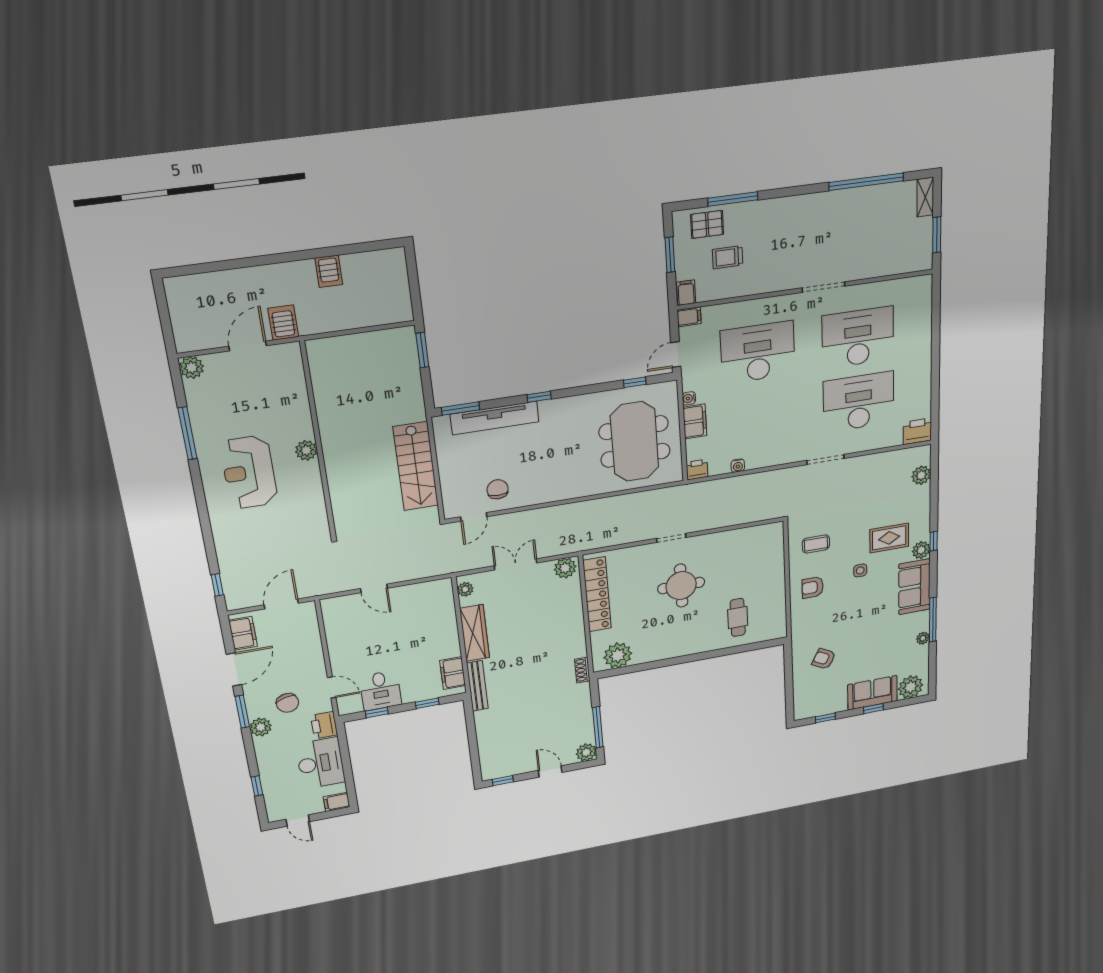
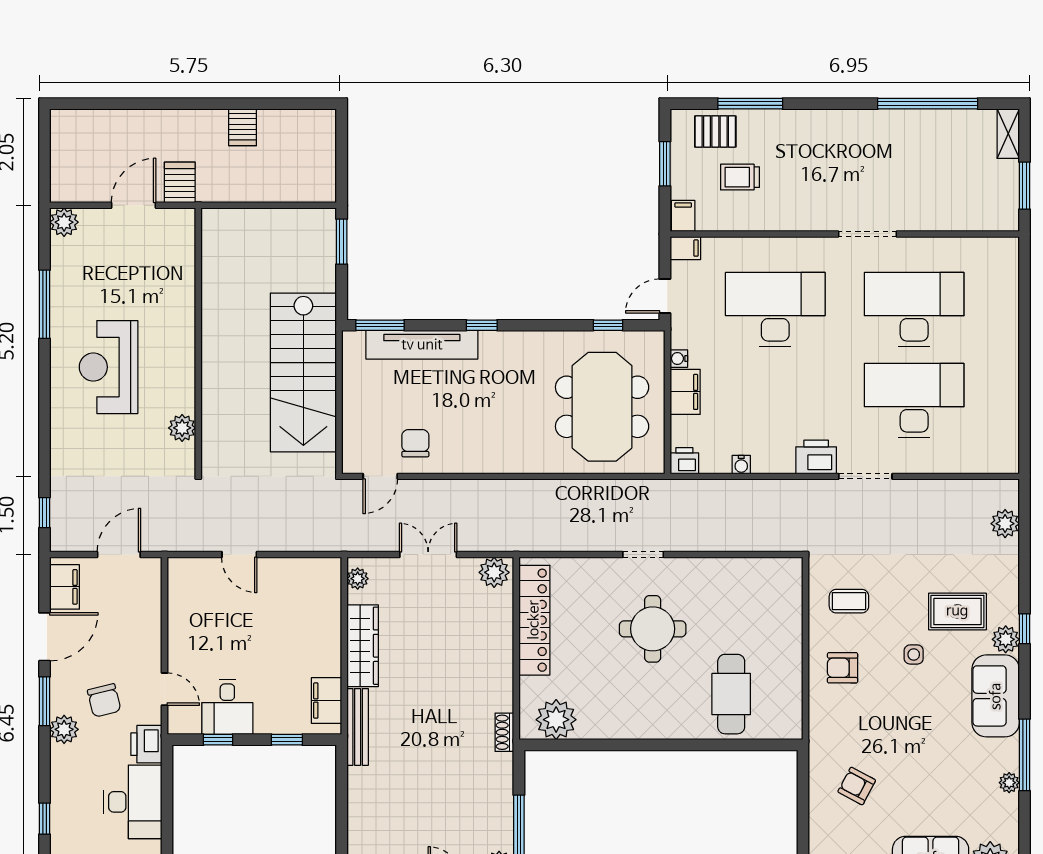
printer: (917, 431) -> (816, 457), moved
plant: (306, 450) -> (182, 428), moved
stairs: (416, 466) -> (303, 372), width x1.36, depth x1.51
cafe table: (738, 617) -> (731, 694), width x1.37, depth x1.35

